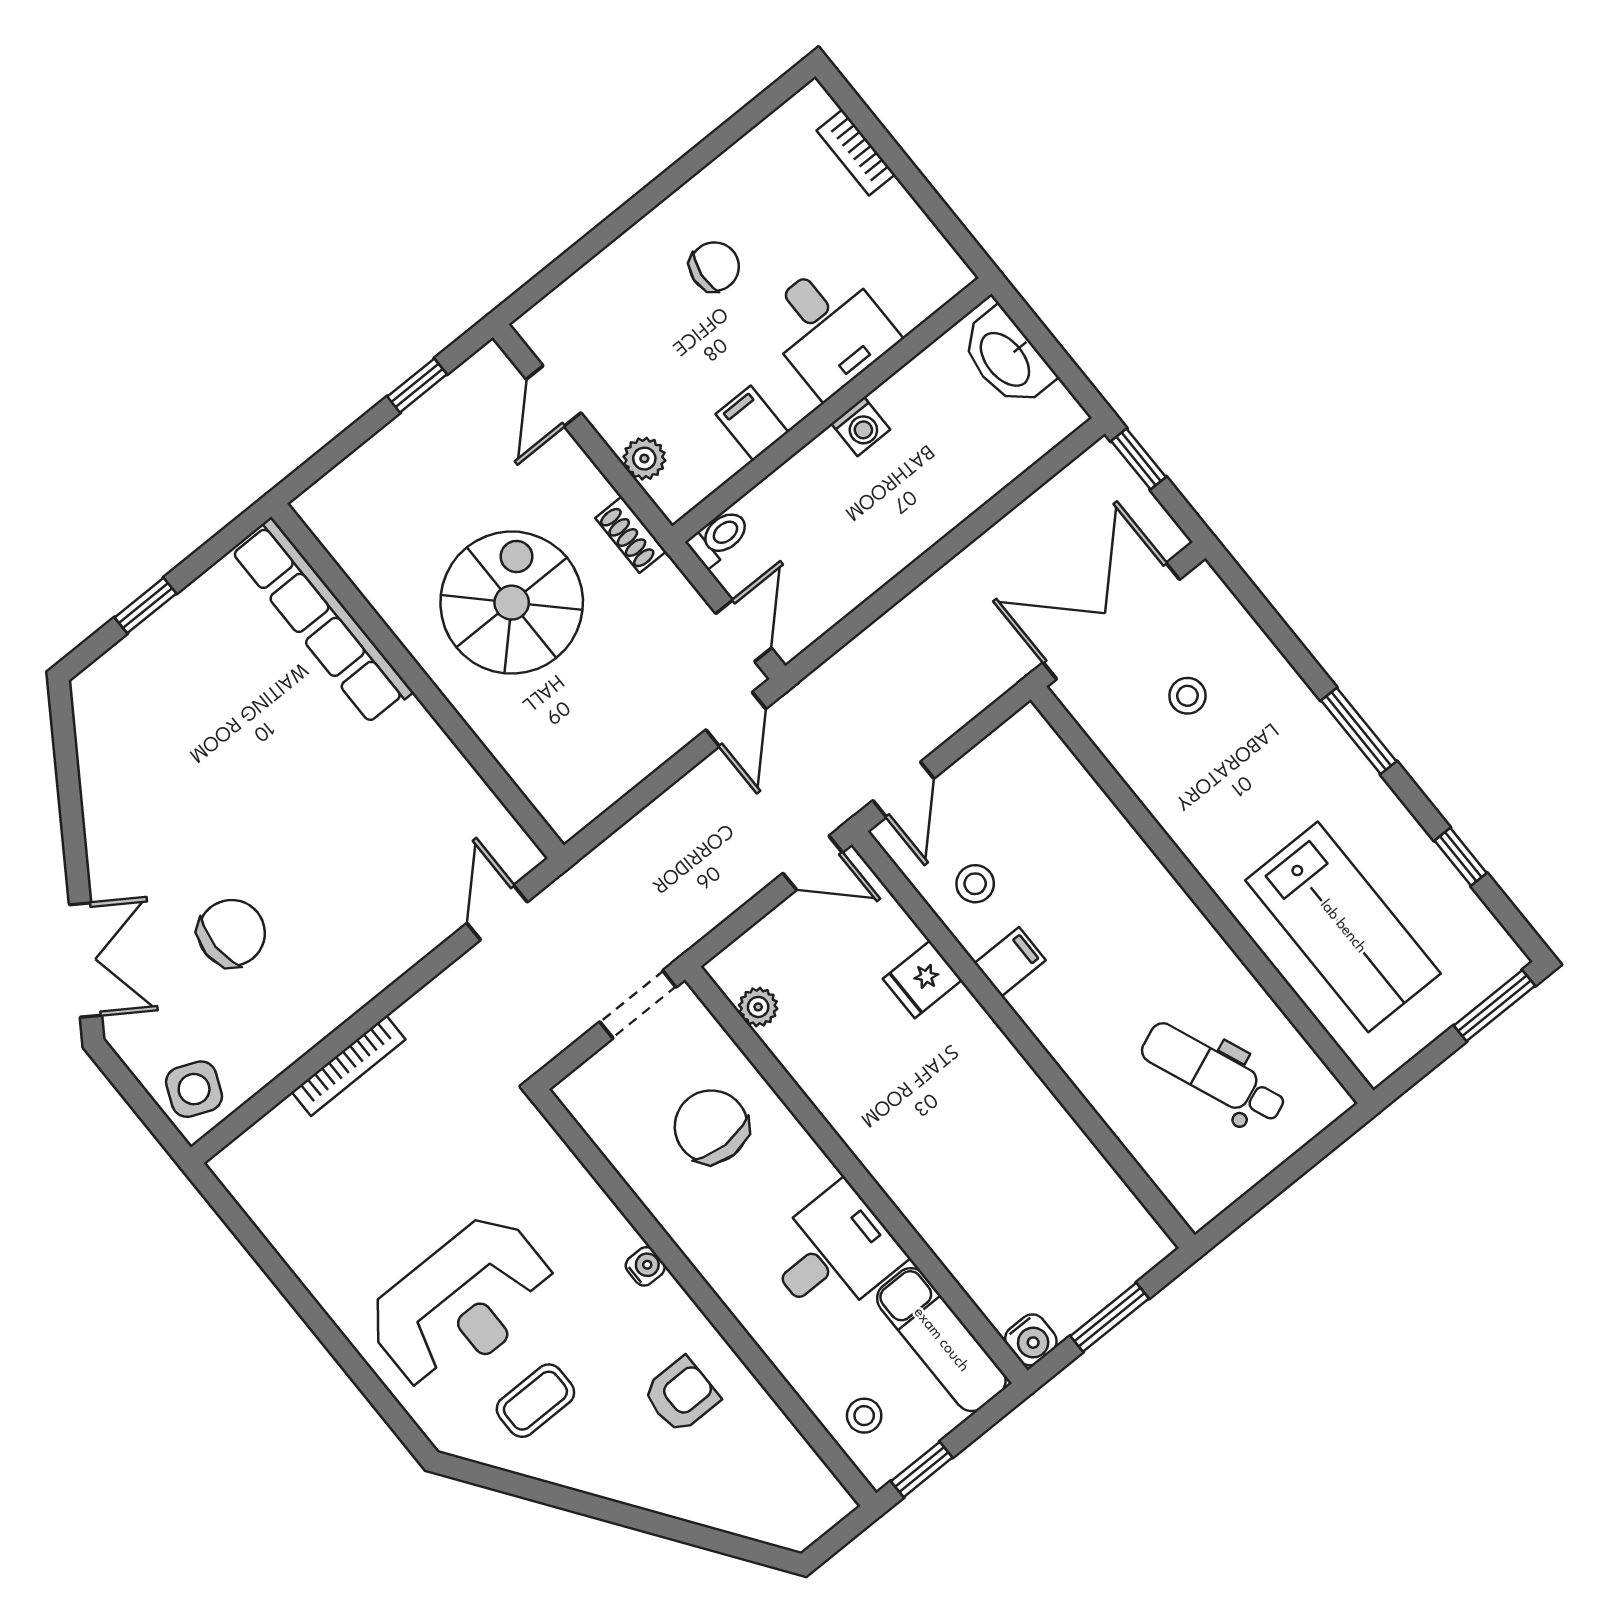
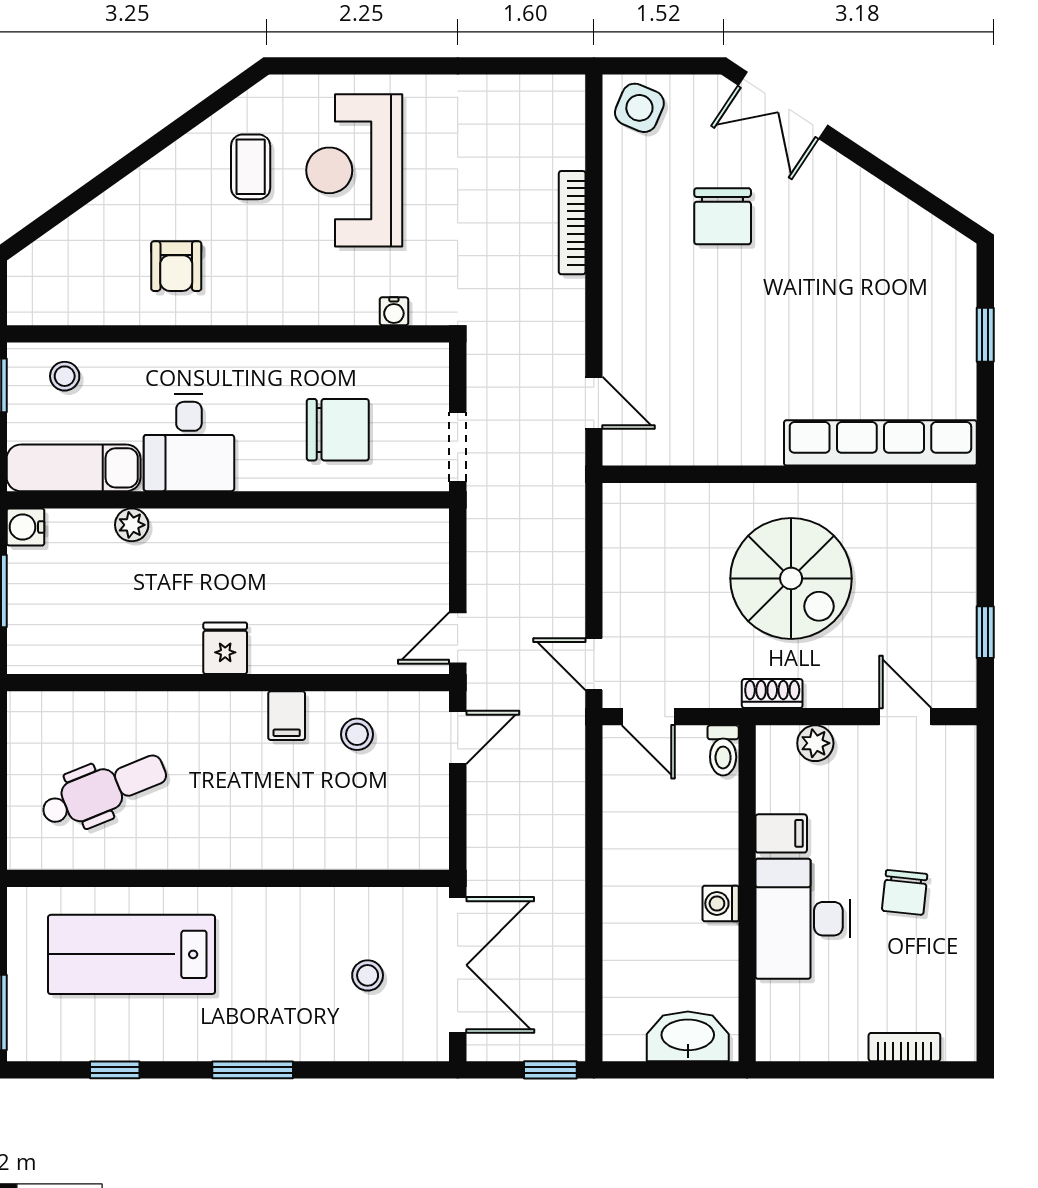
desk: (829, 328) -> (803, 919), width x1.37
door: (903, 789) -> (458, 737), swing flipped
fridge: (922, 979) -> (225, 648), moved
plant: (758, 1007) -> (132, 525), moved
water cooler: (645, 1266) -> (394, 311), moved

